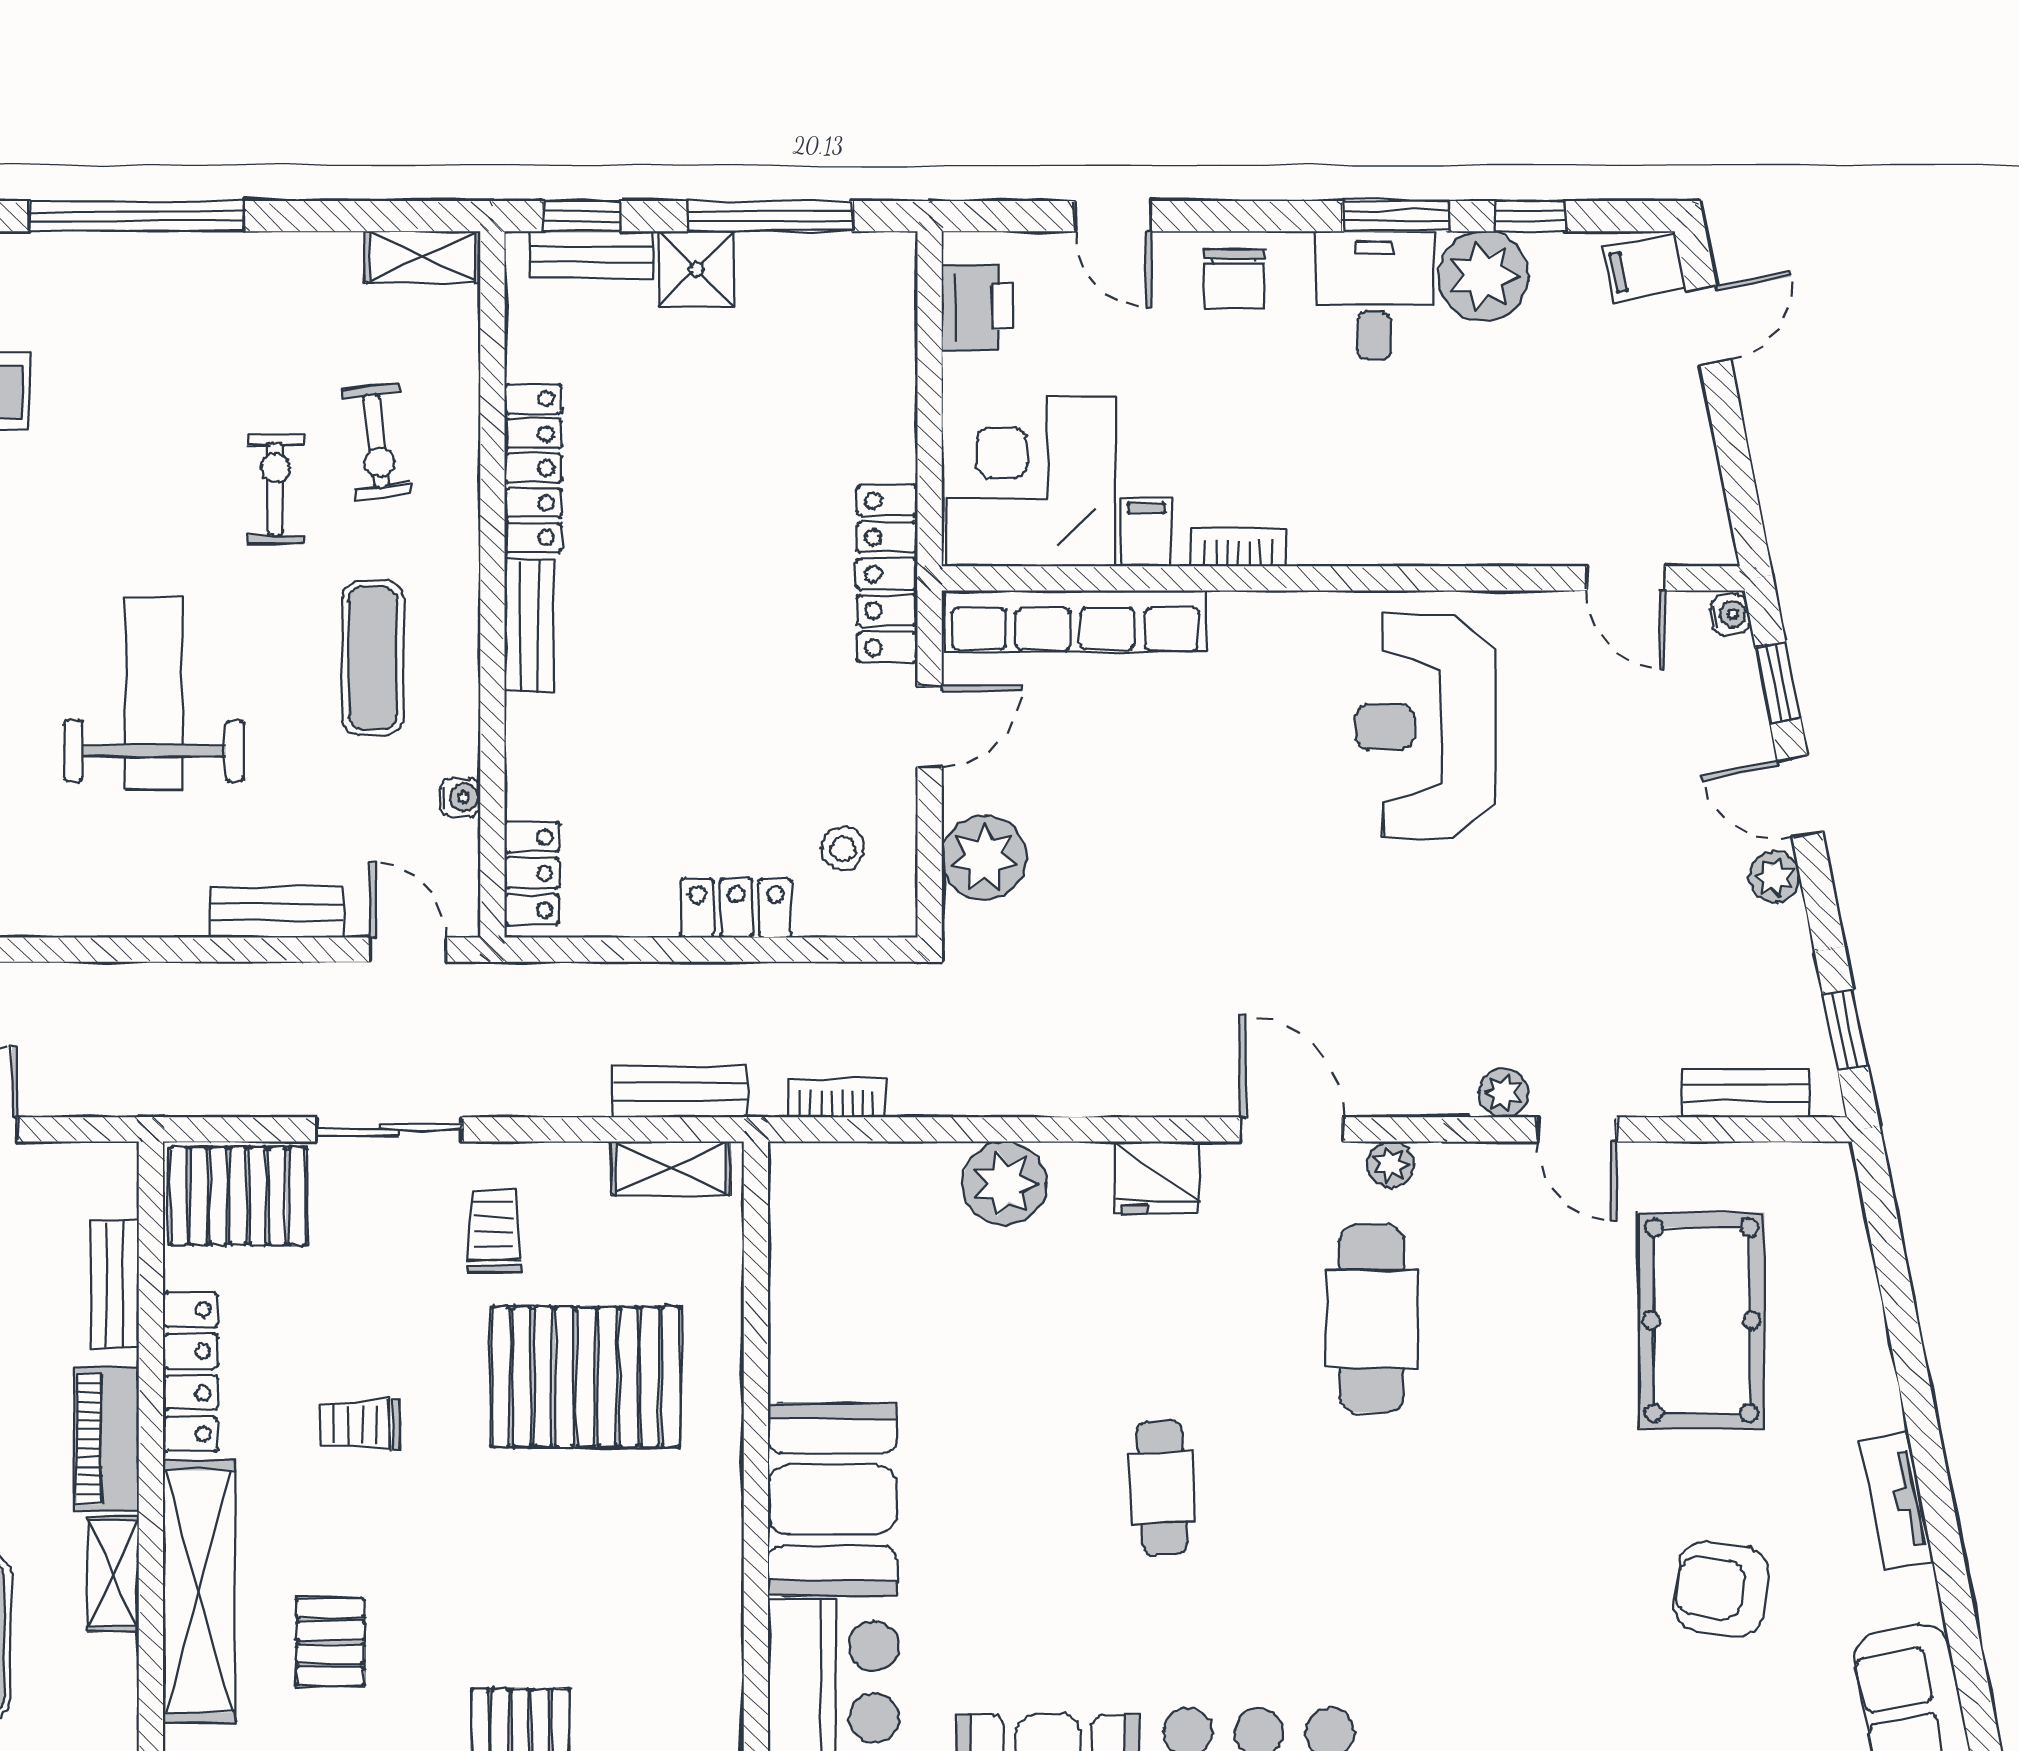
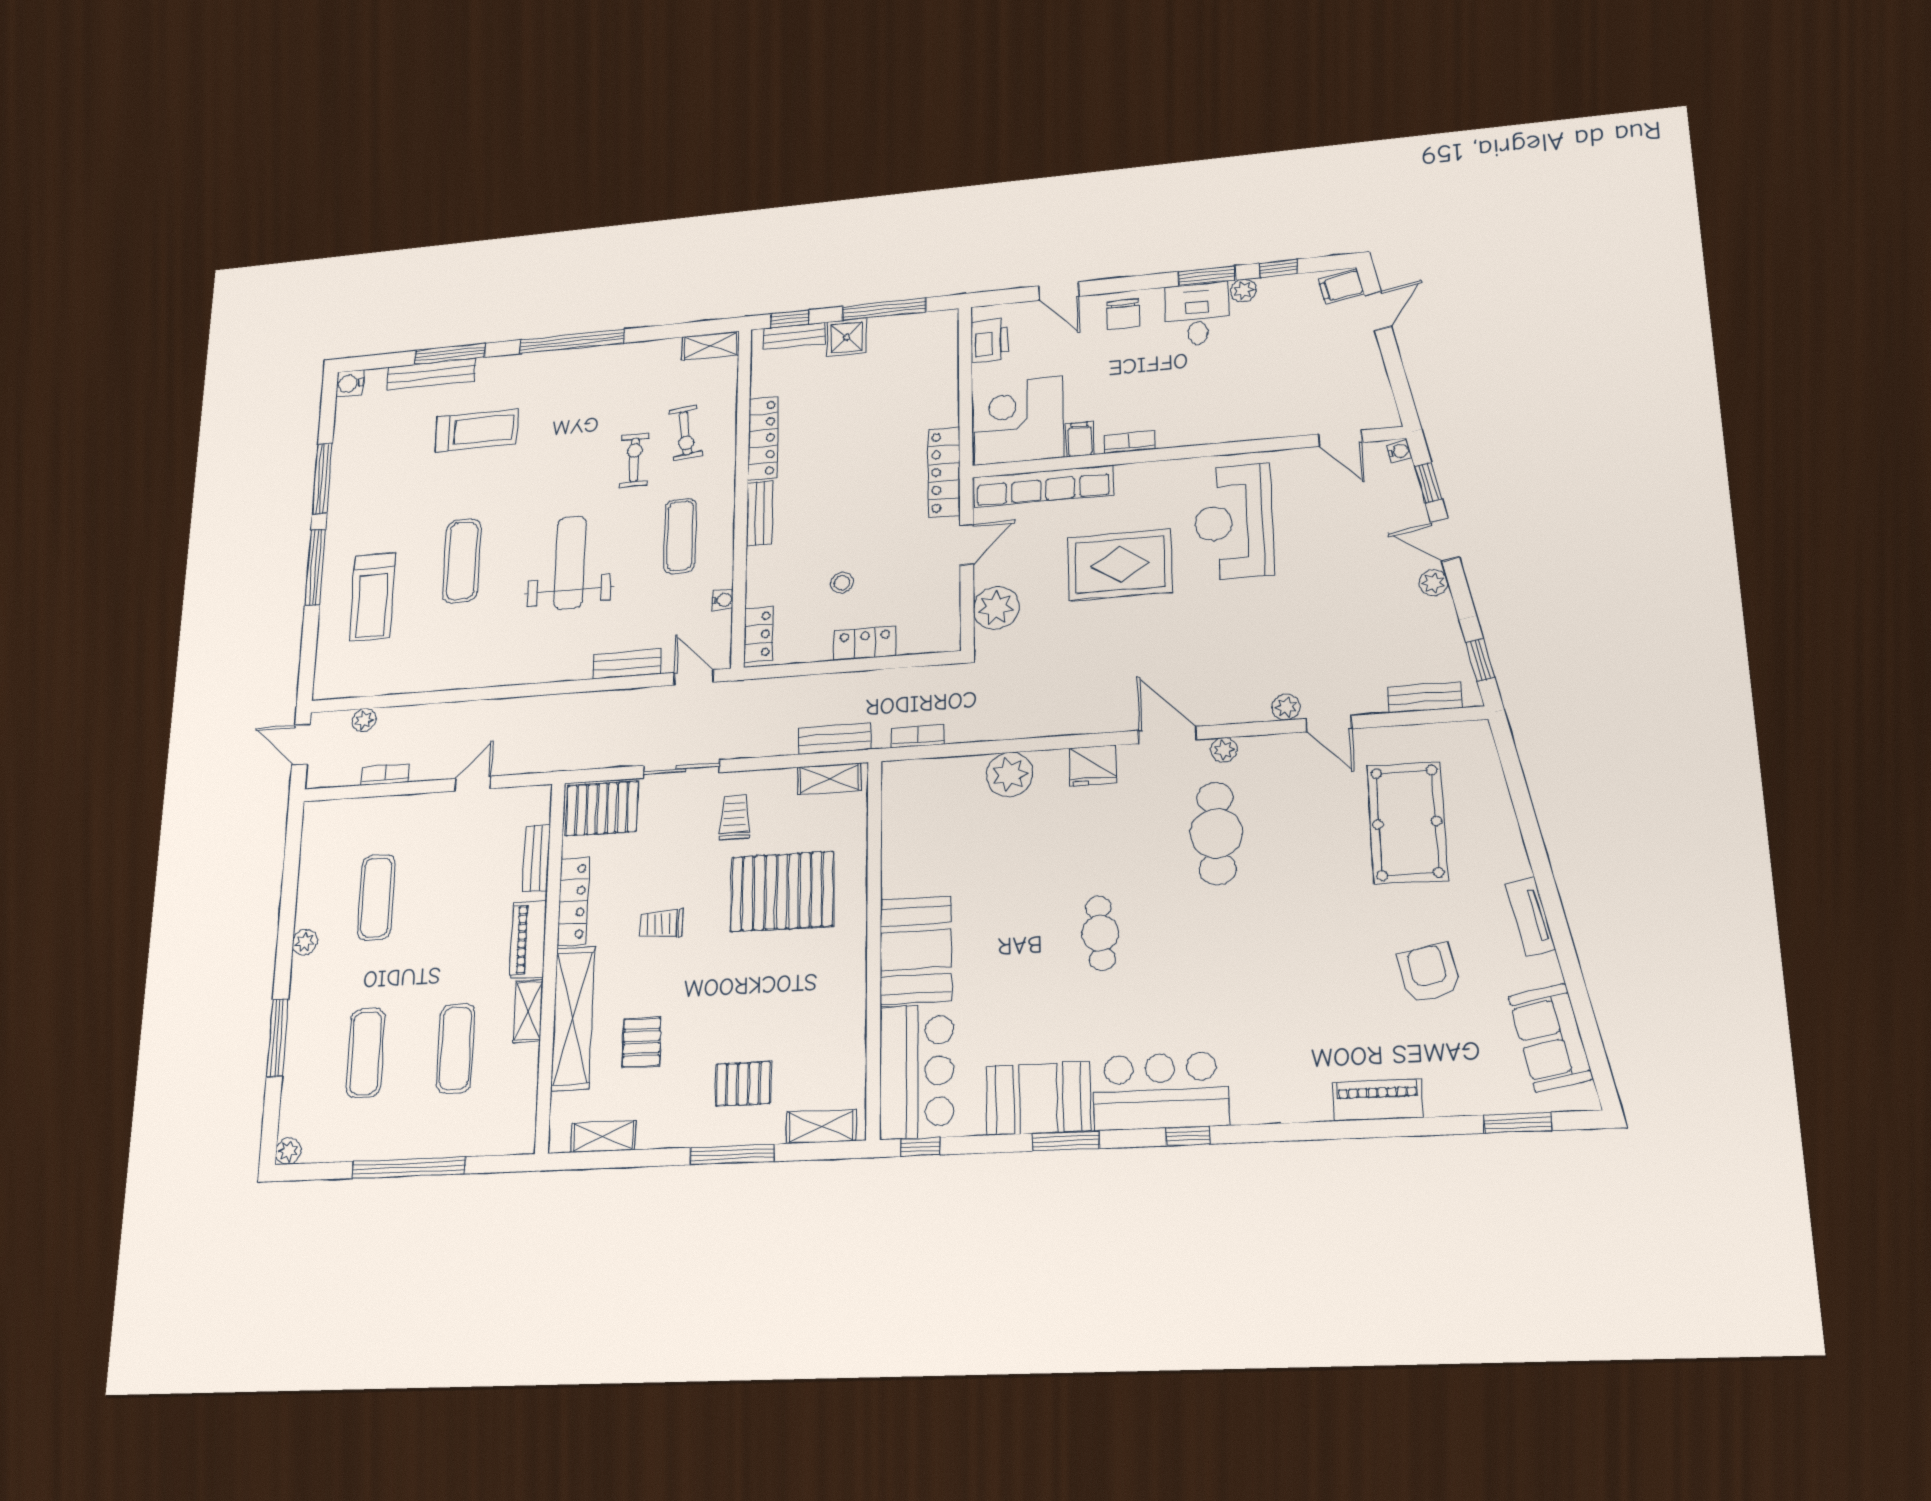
plant: (1484, 276) -> (1243, 290), width x0.53, depth x0.53
rug: (1215, 792) -> (1120, 565), added
stool: (843, 848) -> (842, 583), moved
armchair: (1721, 1589) -> (1429, 973), turned 71

